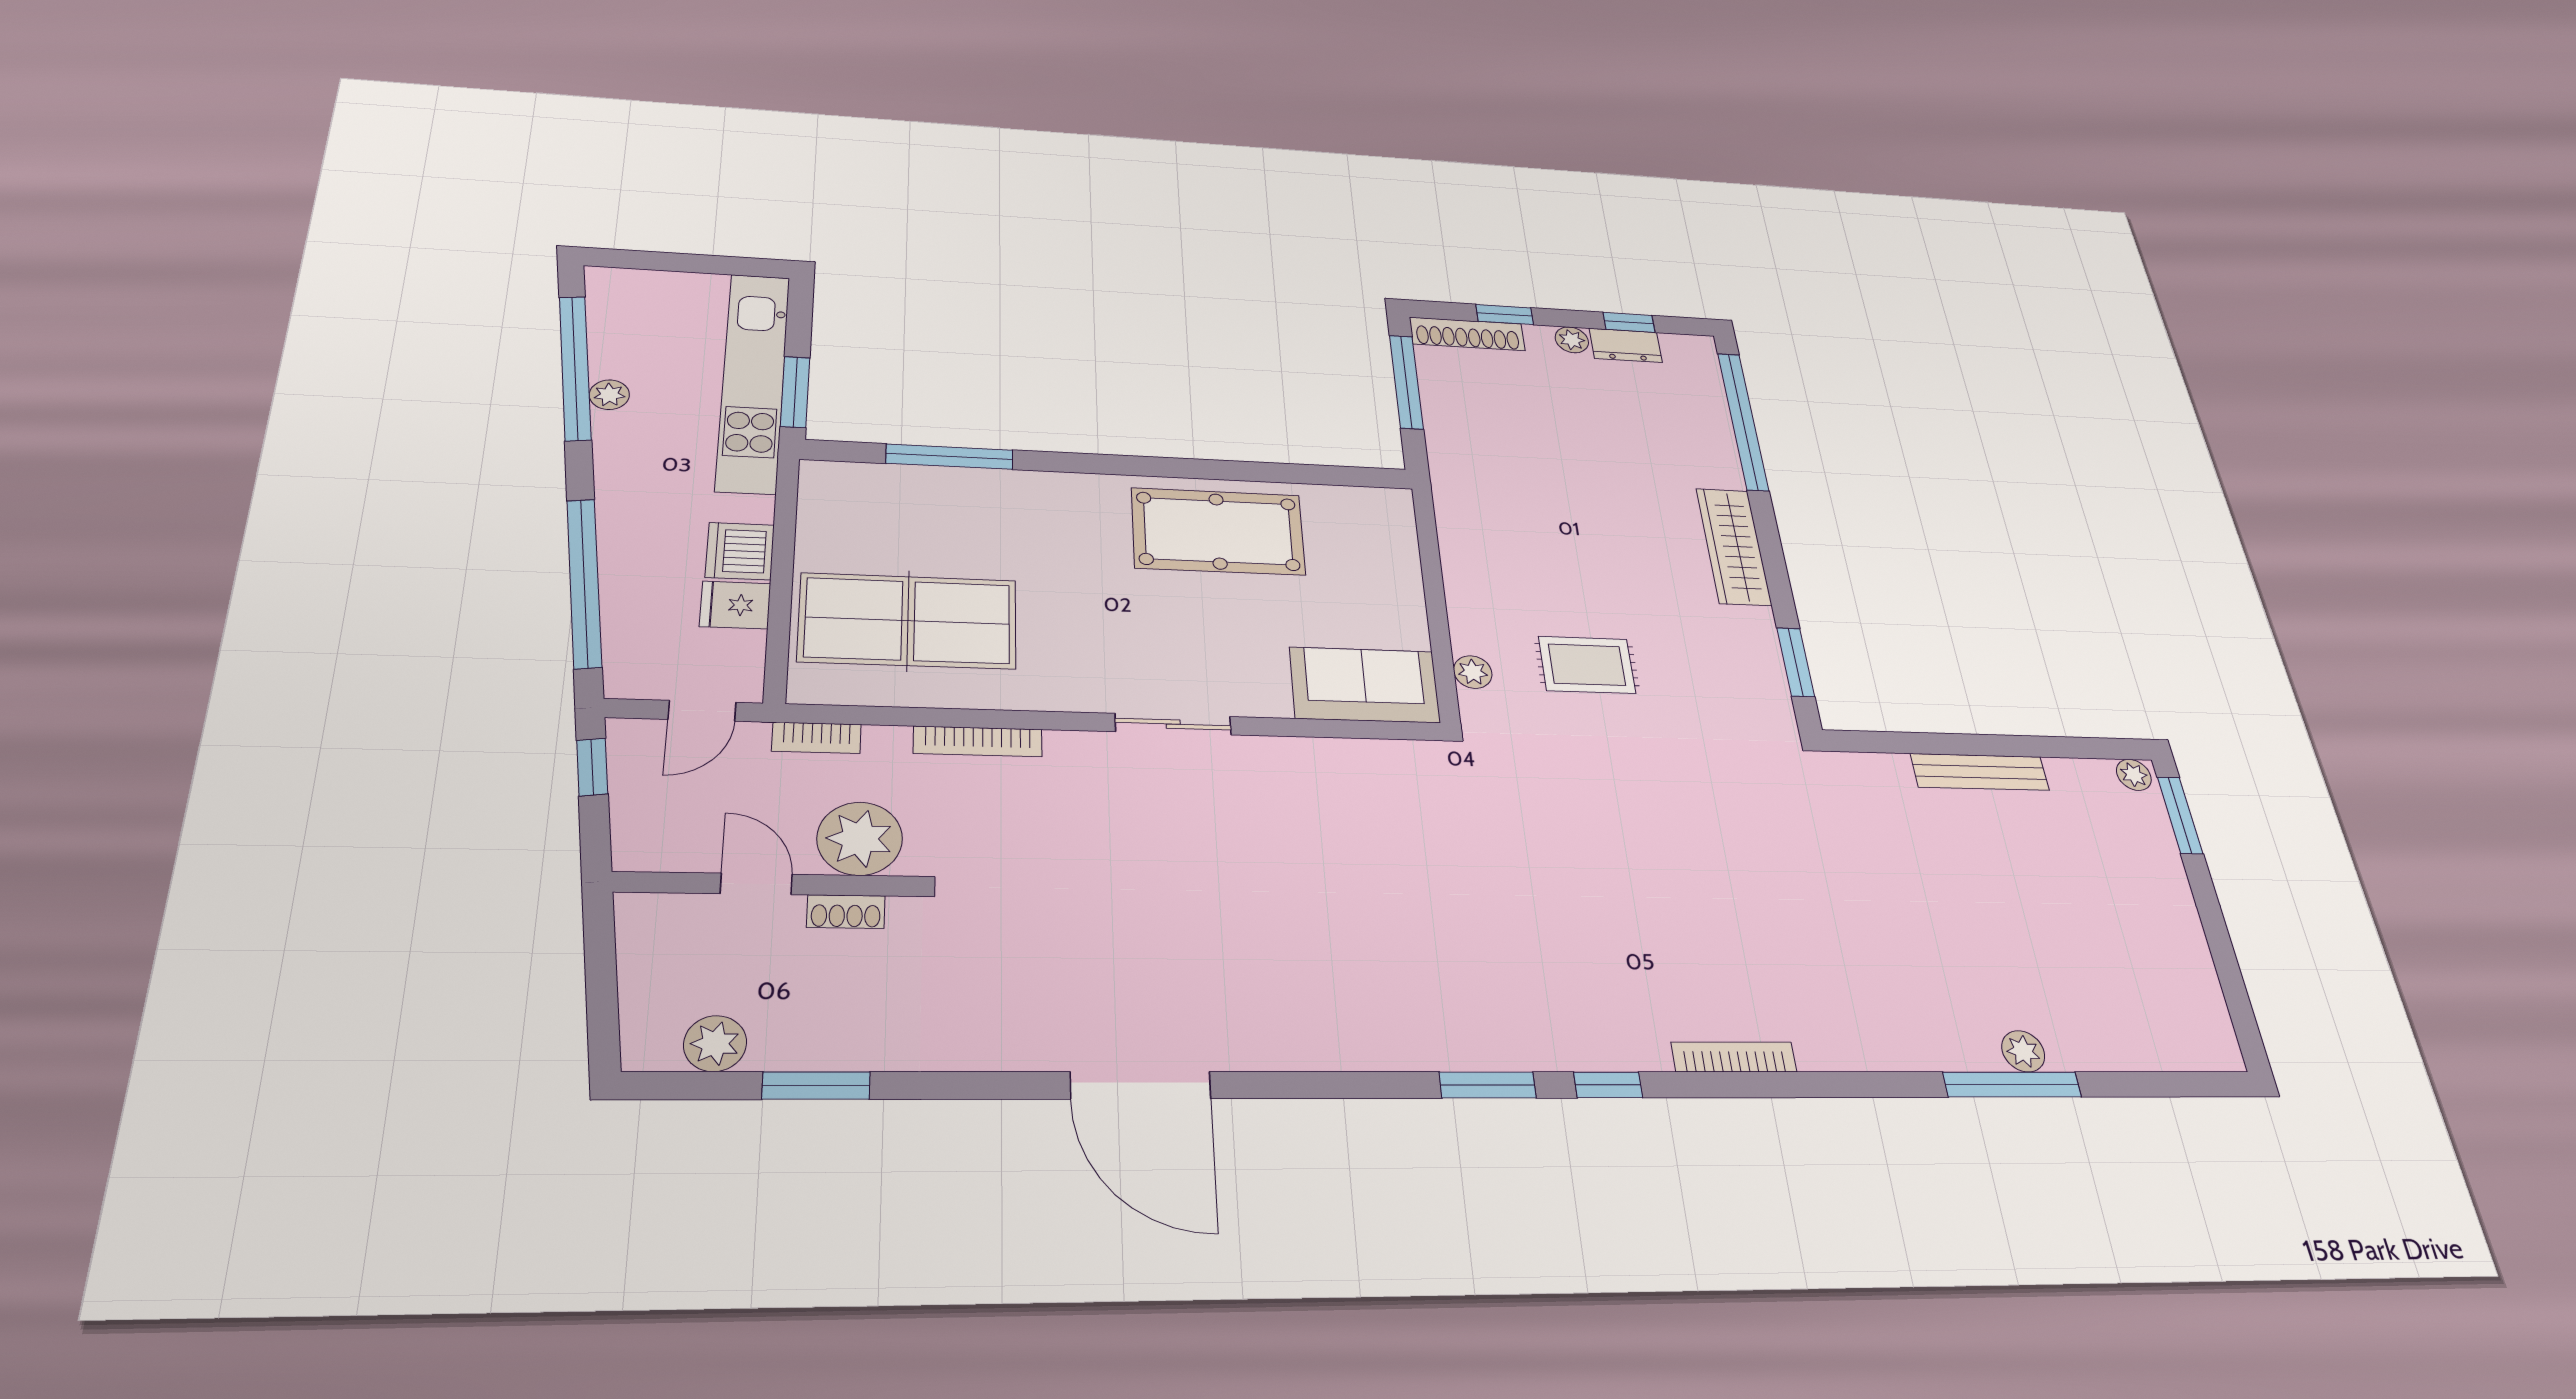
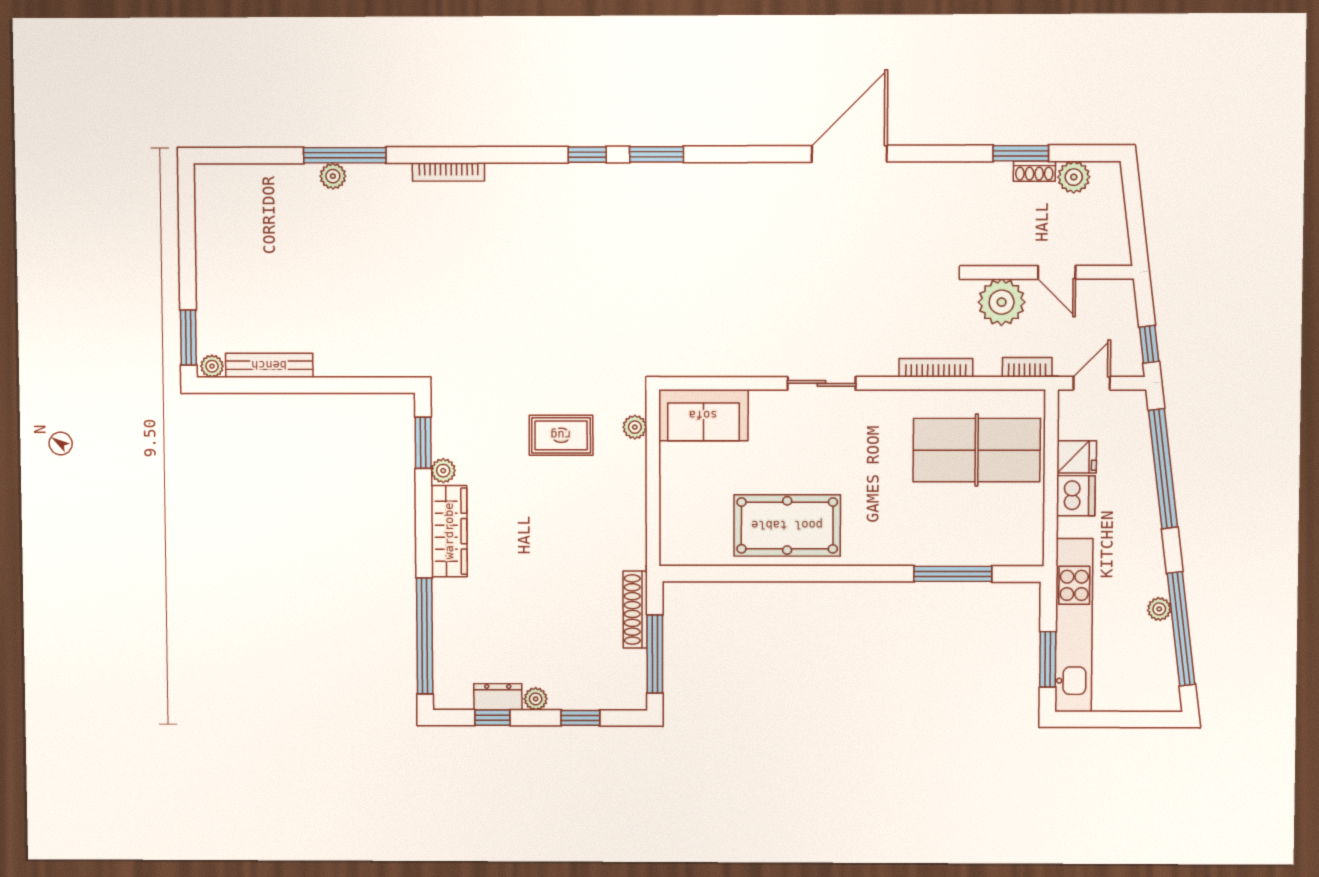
shoe rack: (1467, 334) -> (635, 610), moved, turned -90
window: (795, 392) -> (1048, 659), moved
plant: (1758, 624) -> (443, 471), added
bench: (1980, 772) -> (269, 365), moved
shoe rack: (846, 912) -> (1034, 171), moved, turned 180
bookcase: (1734, 1057) -> (448, 172), moved
door: (1141, 1085) -> (849, 154), hinge flipped

